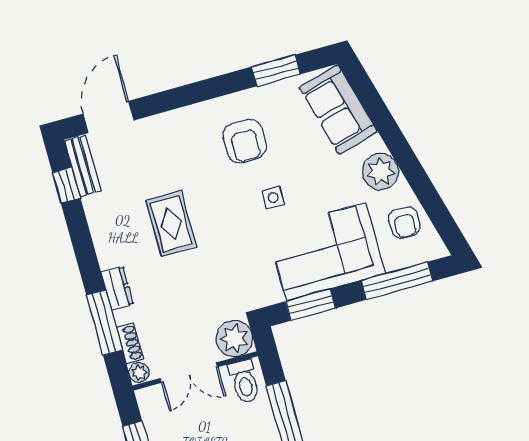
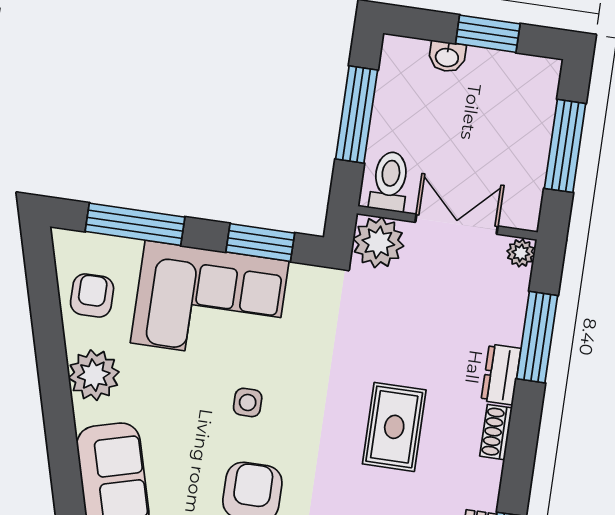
shoe rack: (130, 343) -> (496, 432), moved

